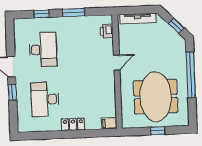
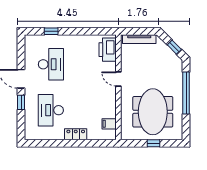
window: (74, 13) -> (80, 31), removed
printer: (107, 31) -> (108, 50), width x1.87, depth x1.48
door: (117, 63) -> (118, 79), swing flipped
filing cabinet: (109, 123) -> (109, 124), moved

